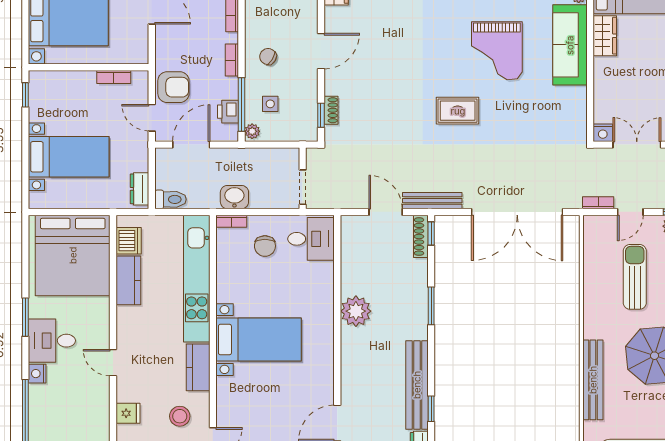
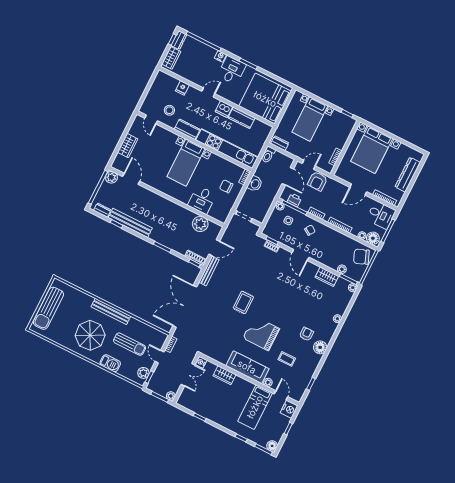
wardrobe: (605, 36) -> (224, 375), moved
desk: (311, 239) -> (202, 200), moved
dishwasher: (129, 241) -> (224, 109), moved
plant: (356, 311) -> (200, 224), moved
bench: (593, 380) -> (111, 311), moved

